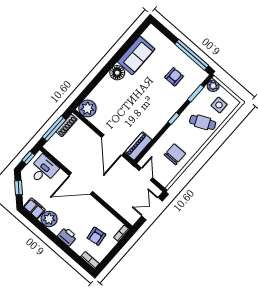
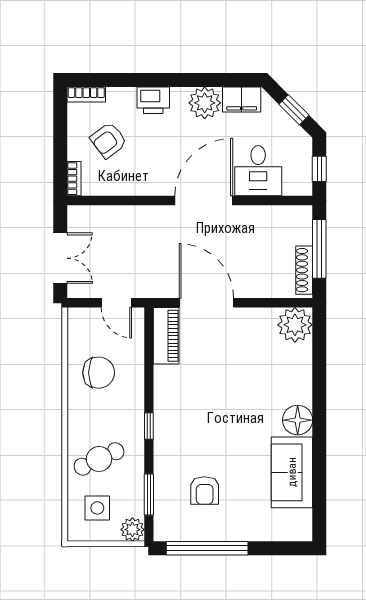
chair: (175, 154) -> (99, 373), turned -90
desk: (43, 170) -> (258, 171), moved
armchair: (96, 236) -> (109, 140), turned -119

